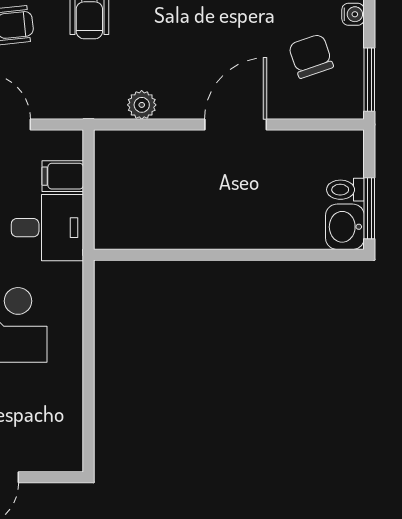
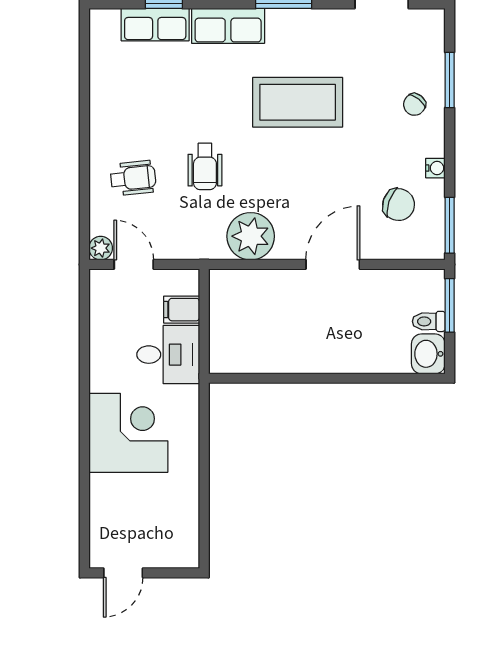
chair: (311, 56) -> (399, 205), turned 128
plant: (142, 105) -> (251, 236), width x1.87, depth x1.87
window: (369, 208) -> (450, 305), moved

